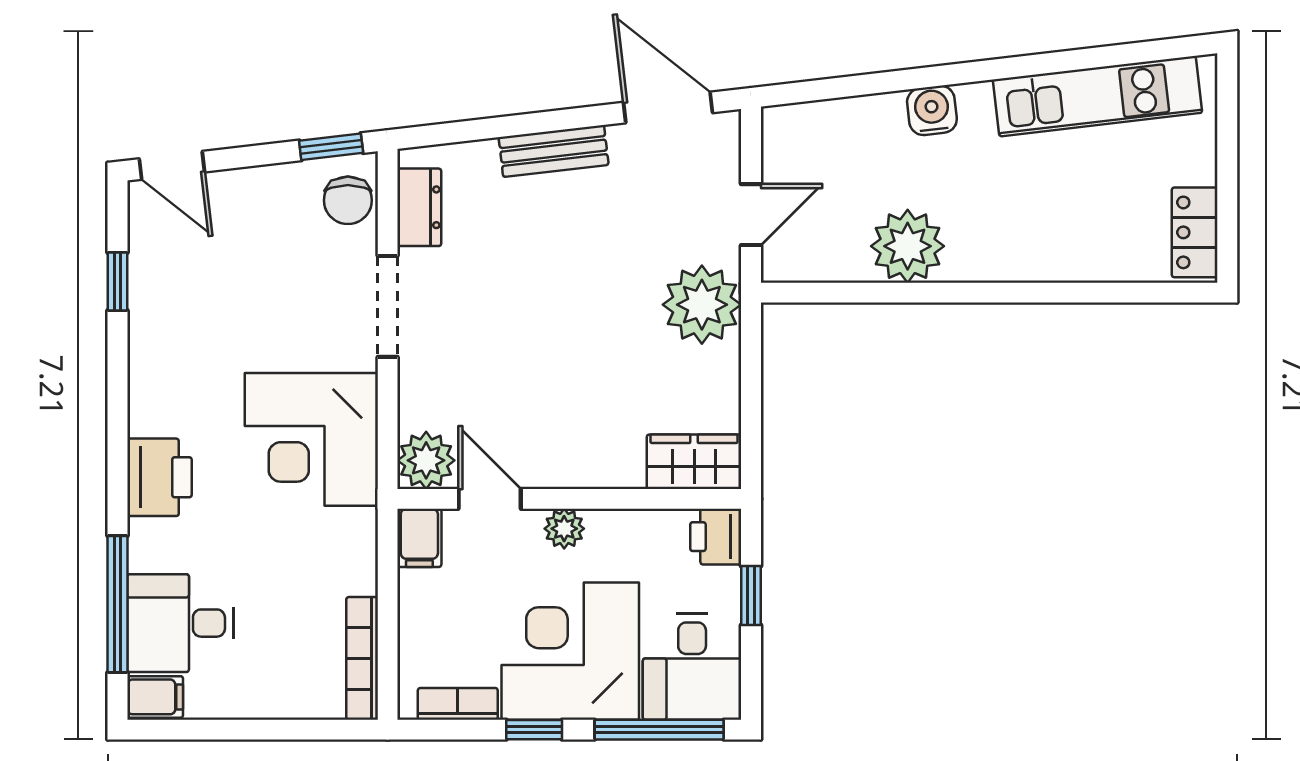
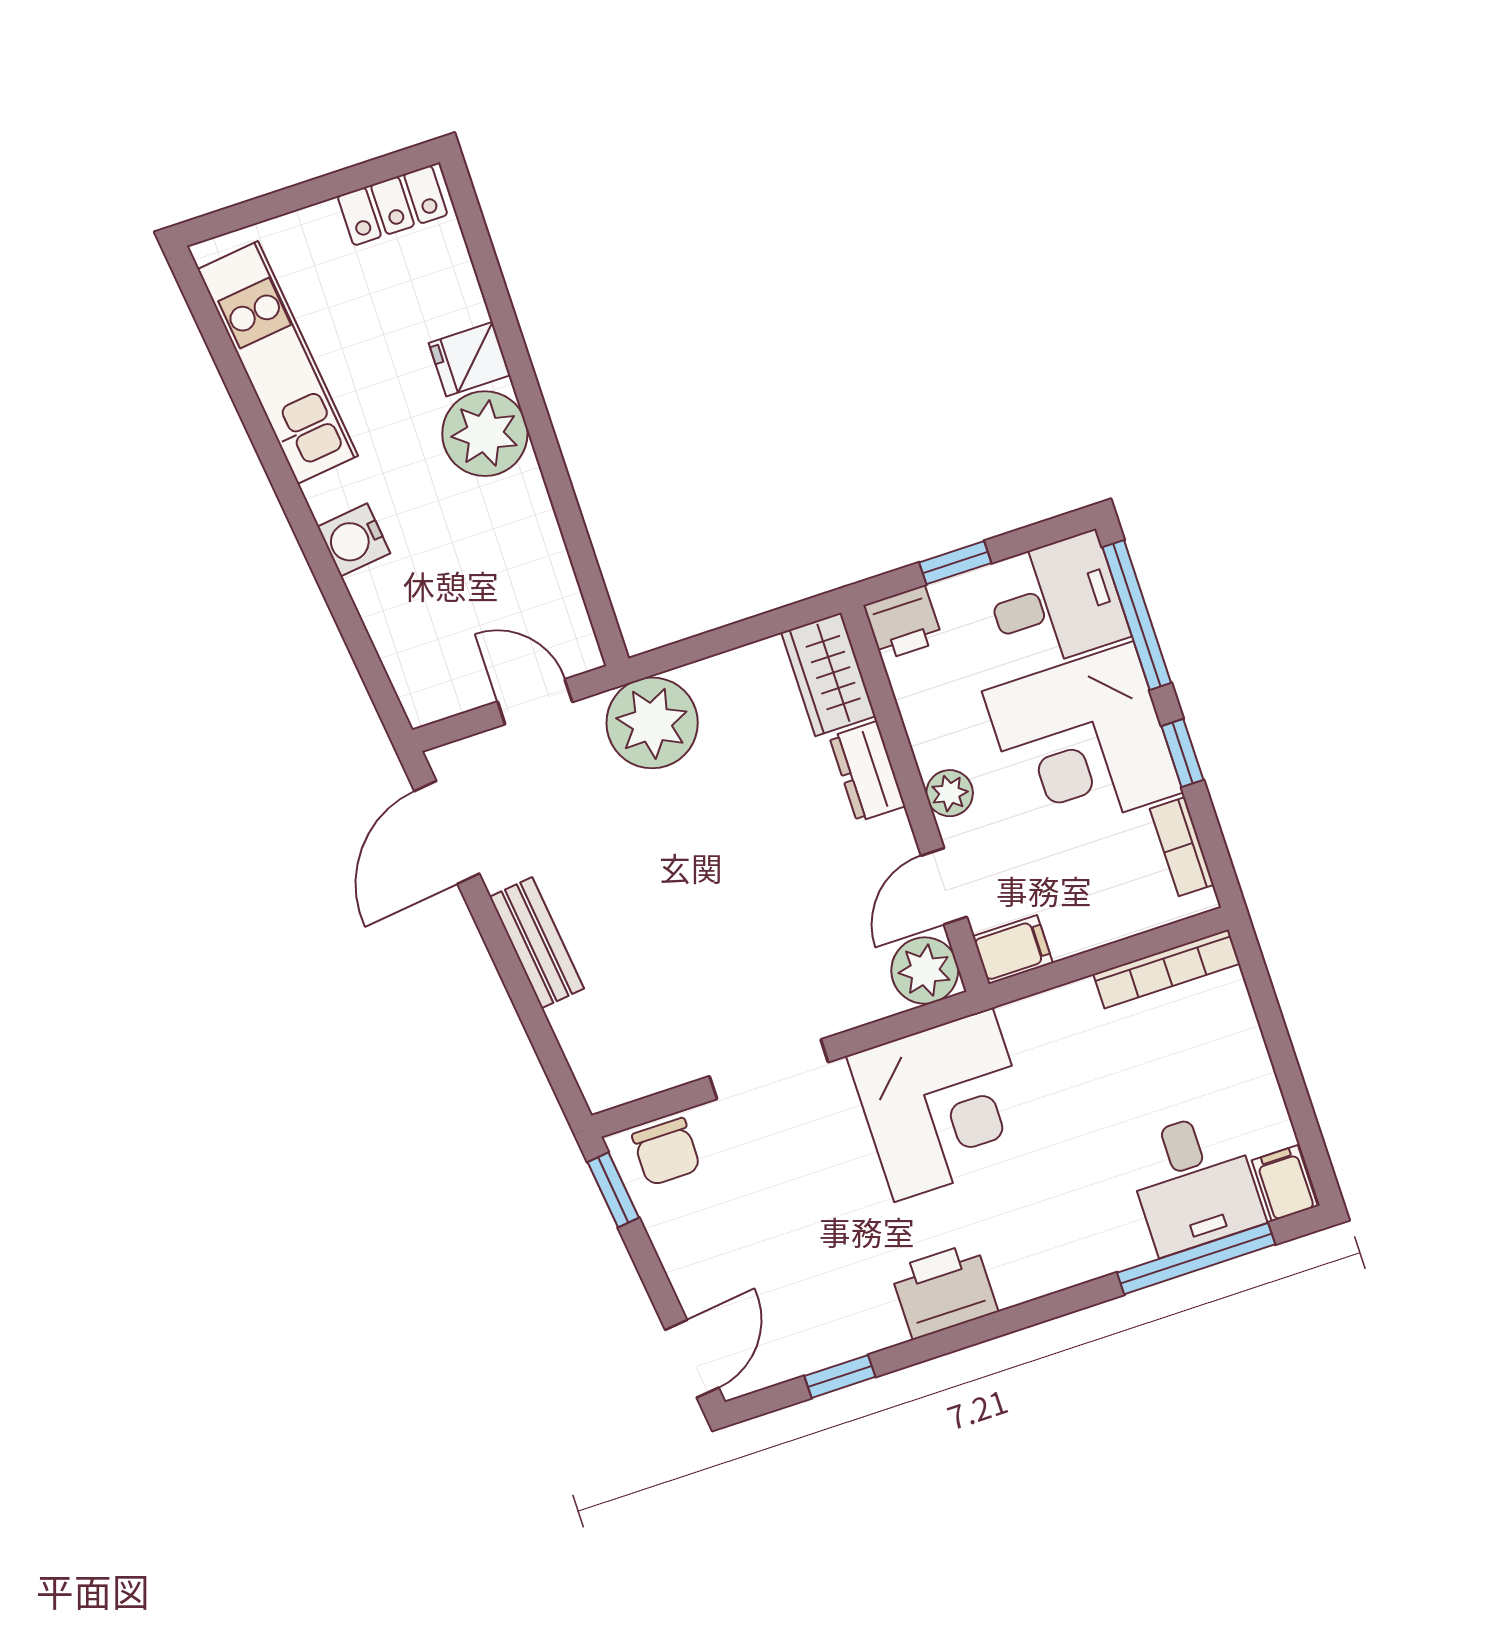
chair: (348, 200) -> (666, 1152), turned 90
dresser: (419, 207) -> (867, 772), moved, turned -90
plant: (908, 246) -> (485, 434), moved
fridge: (1048, 254) -> (470, 359), added
printer: (159, 477) -> (944, 1291), moved

